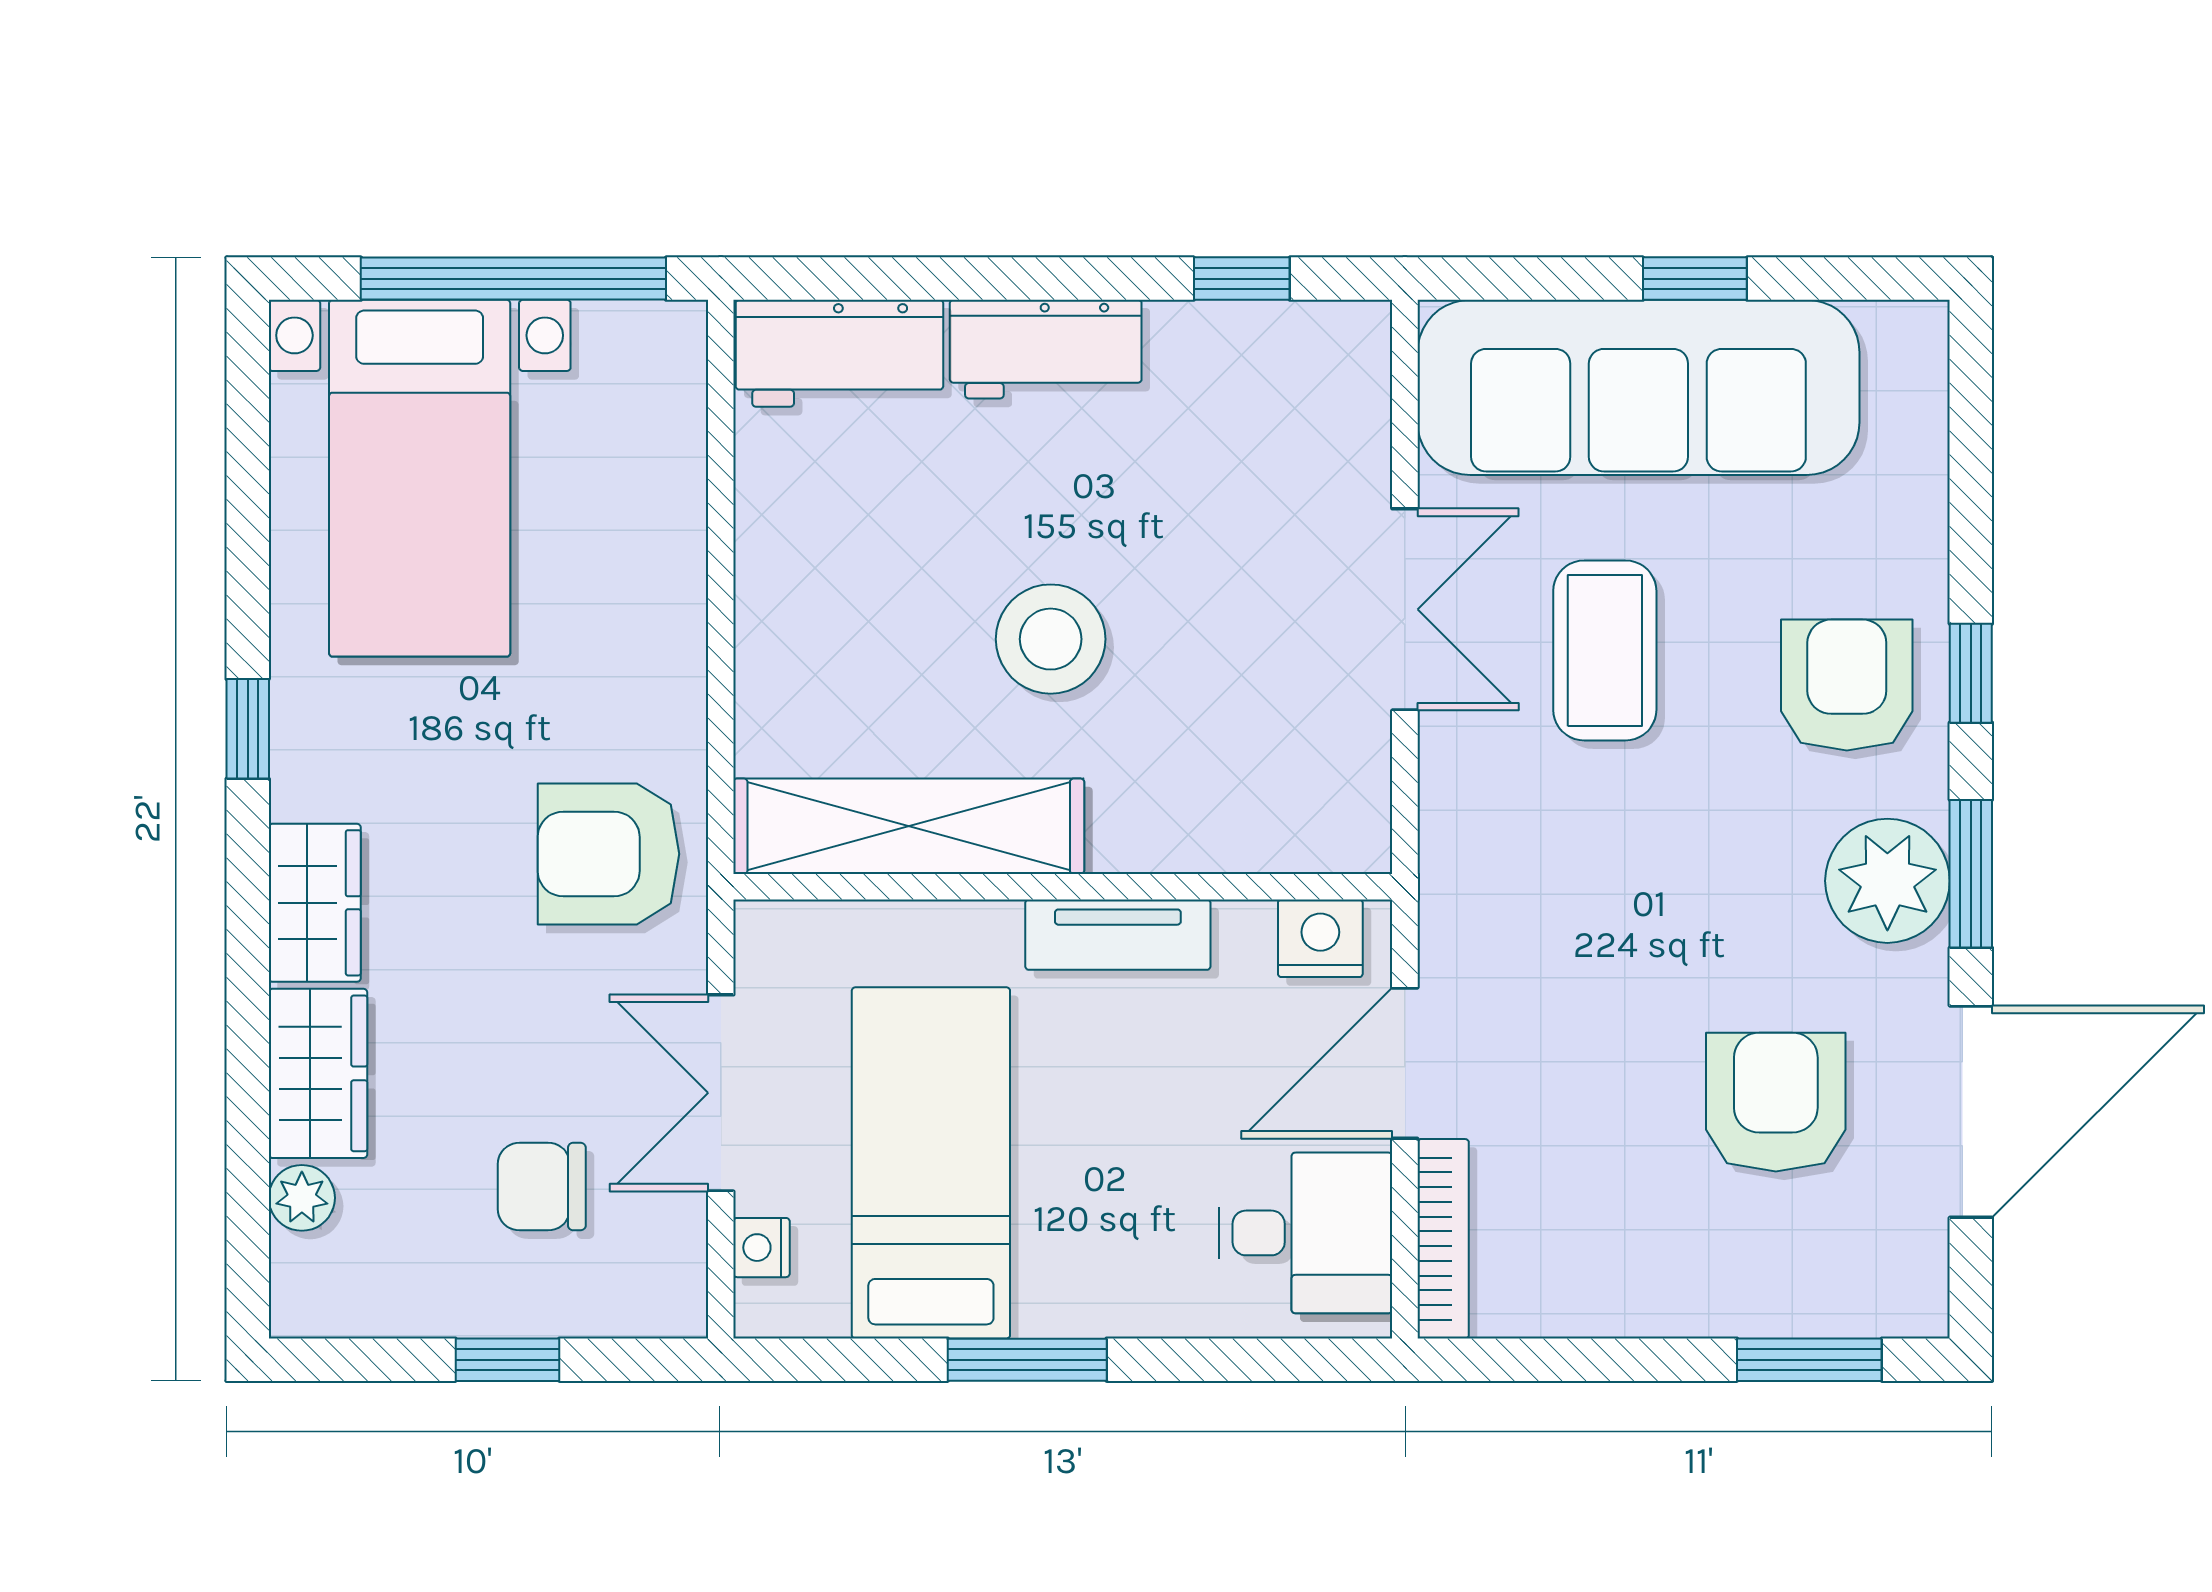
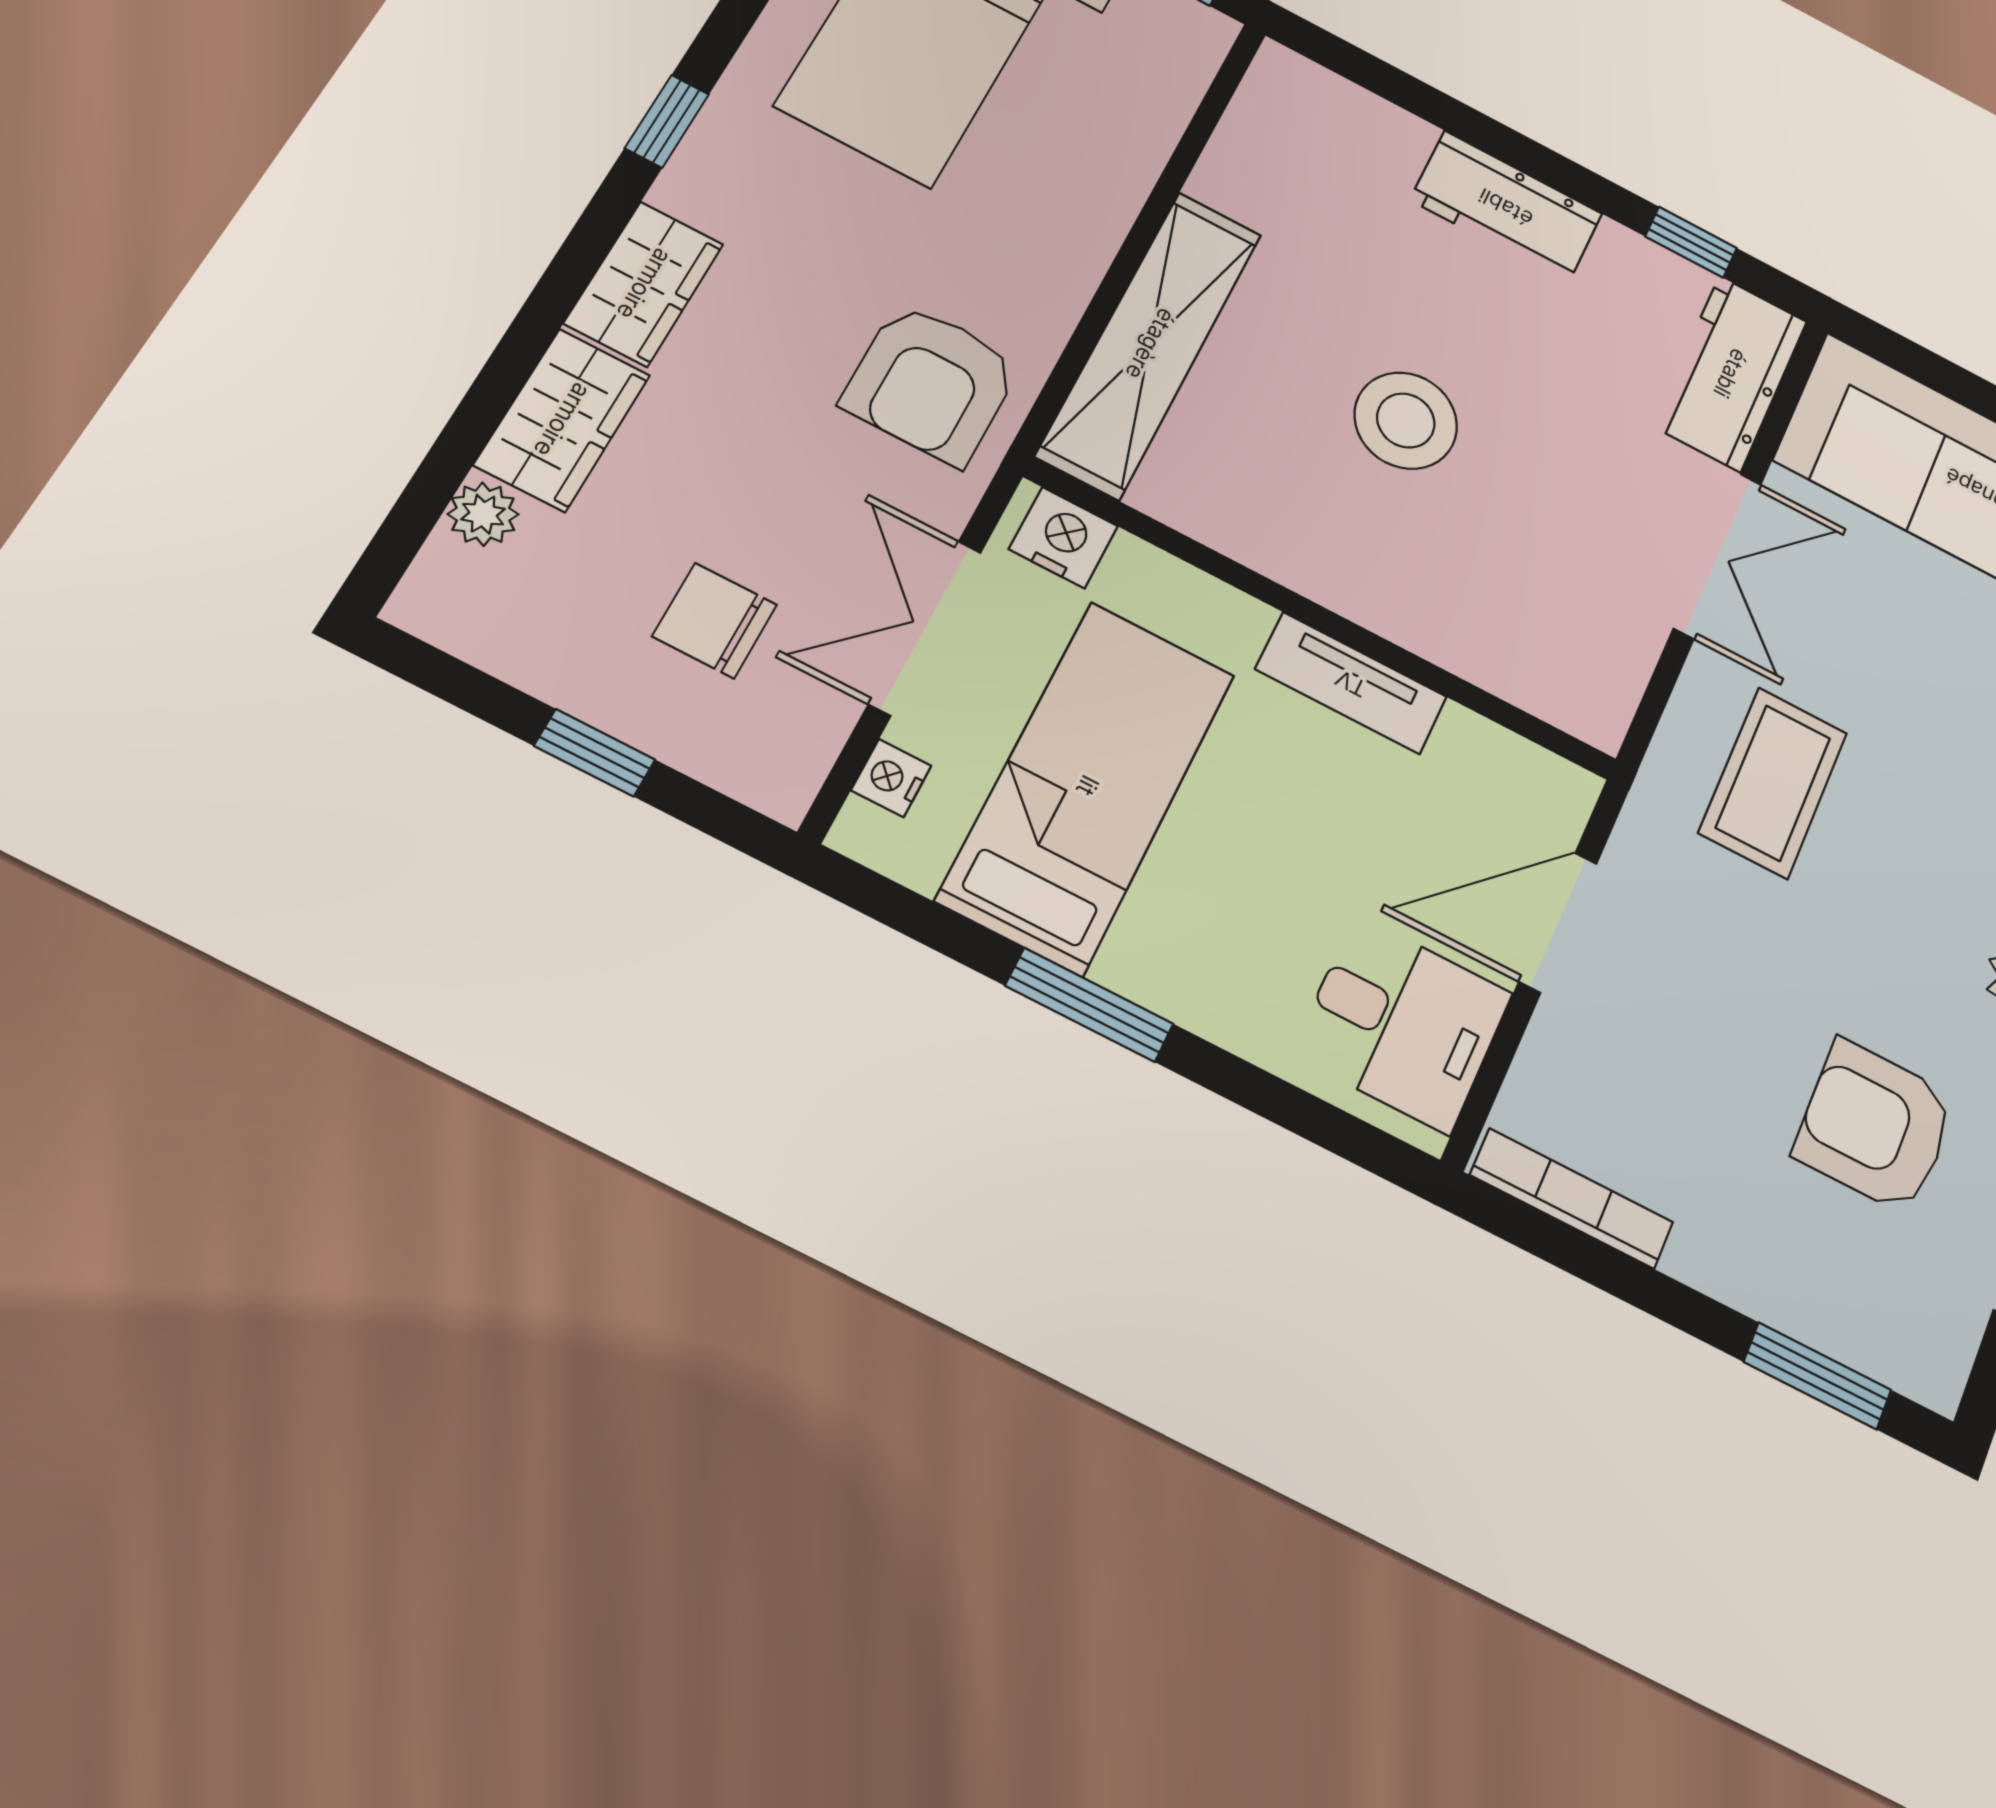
workbench: (839, 353) -> (1730, 373), moved, turned 90
coffee table: (1605, 650) -> (1773, 783), moved
shelving: (909, 826) -> (1150, 344), moved, turned 90
armchair: (608, 854) -> (931, 383), turned -90
nightstand: (1320, 938) -> (1063, 538), moved
armchair: (1776, 1102) -> (1875, 1126), turned -90
bookcase: (1443, 1239) -> (1572, 1199), moved, turned -90

